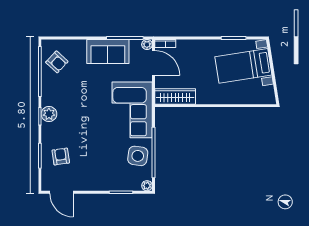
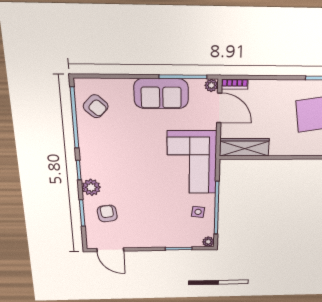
plant: (49, 114) -> (91, 187), moved
side table: (138, 156) -> (198, 212), width x0.54, depth x0.54

